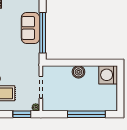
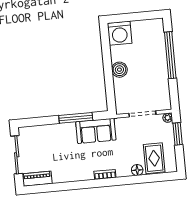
sofa: (31, 28) -> (96, 131), moved
window: (43, 33) -> (76, 118), width x0.68

